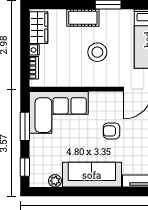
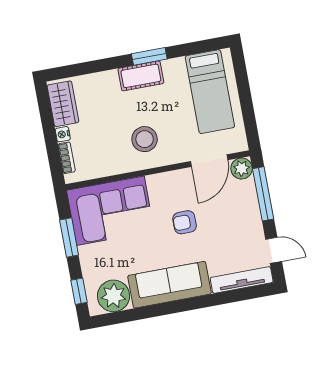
cot: (83, 18) -> (141, 76), moved
stool: (97, 52) -> (145, 139), moved
plant: (55, 181) -> (114, 296), width x1.88, depth x1.88

